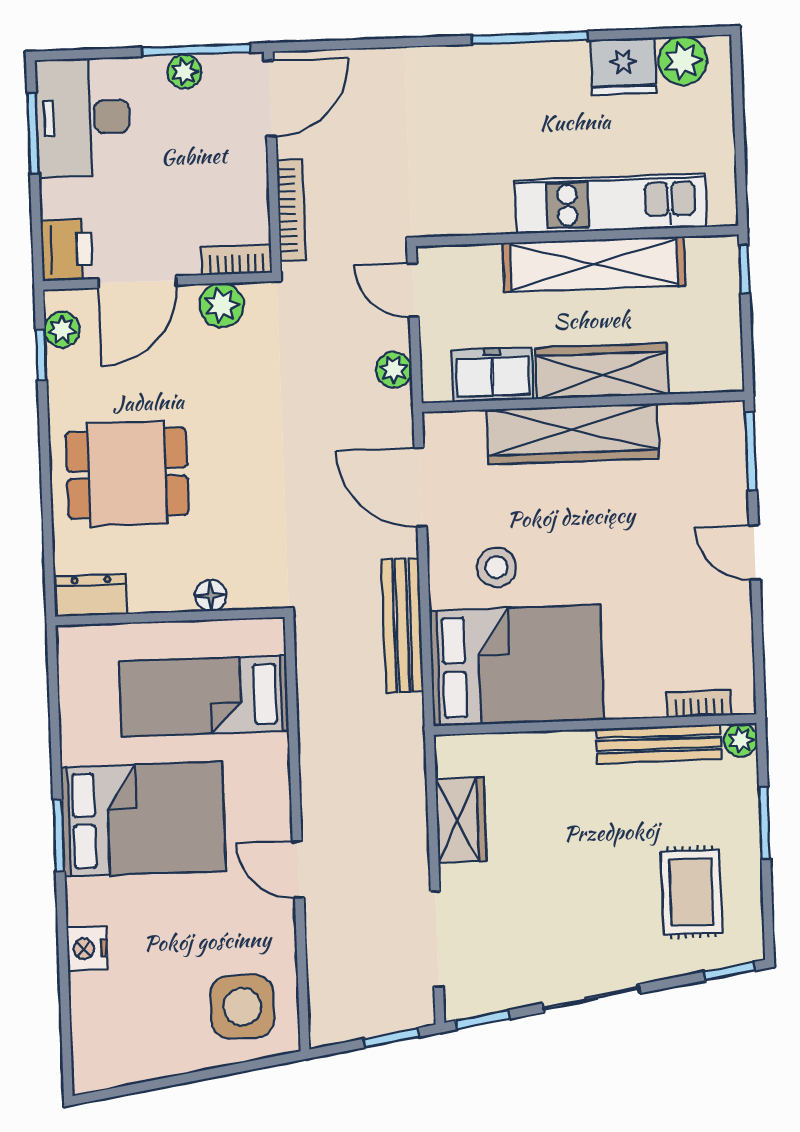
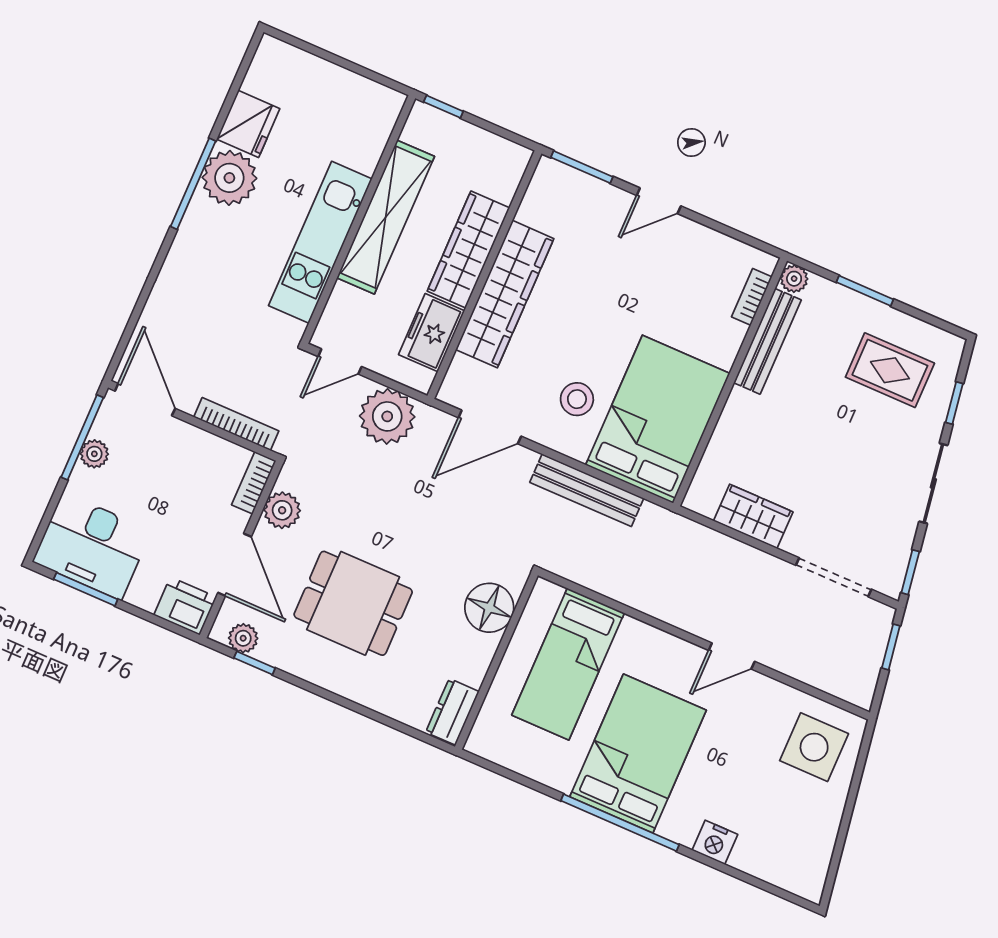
plant: (683, 61) -> (229, 178), moved, width x1.36, depth x1.36
kitchen unit: (611, 204) -> (320, 242), moved
plant: (394, 370) -> (387, 416), width x1.88, depth x1.88
dining table: (127, 473) -> (353, 603), moved, turned 90
floor lamp: (211, 595) -> (489, 608), width x1.89, depth x1.89
window: (59, 835) -> (620, 823), width x2.11
window: (730, 971) -> (954, 403), moved

